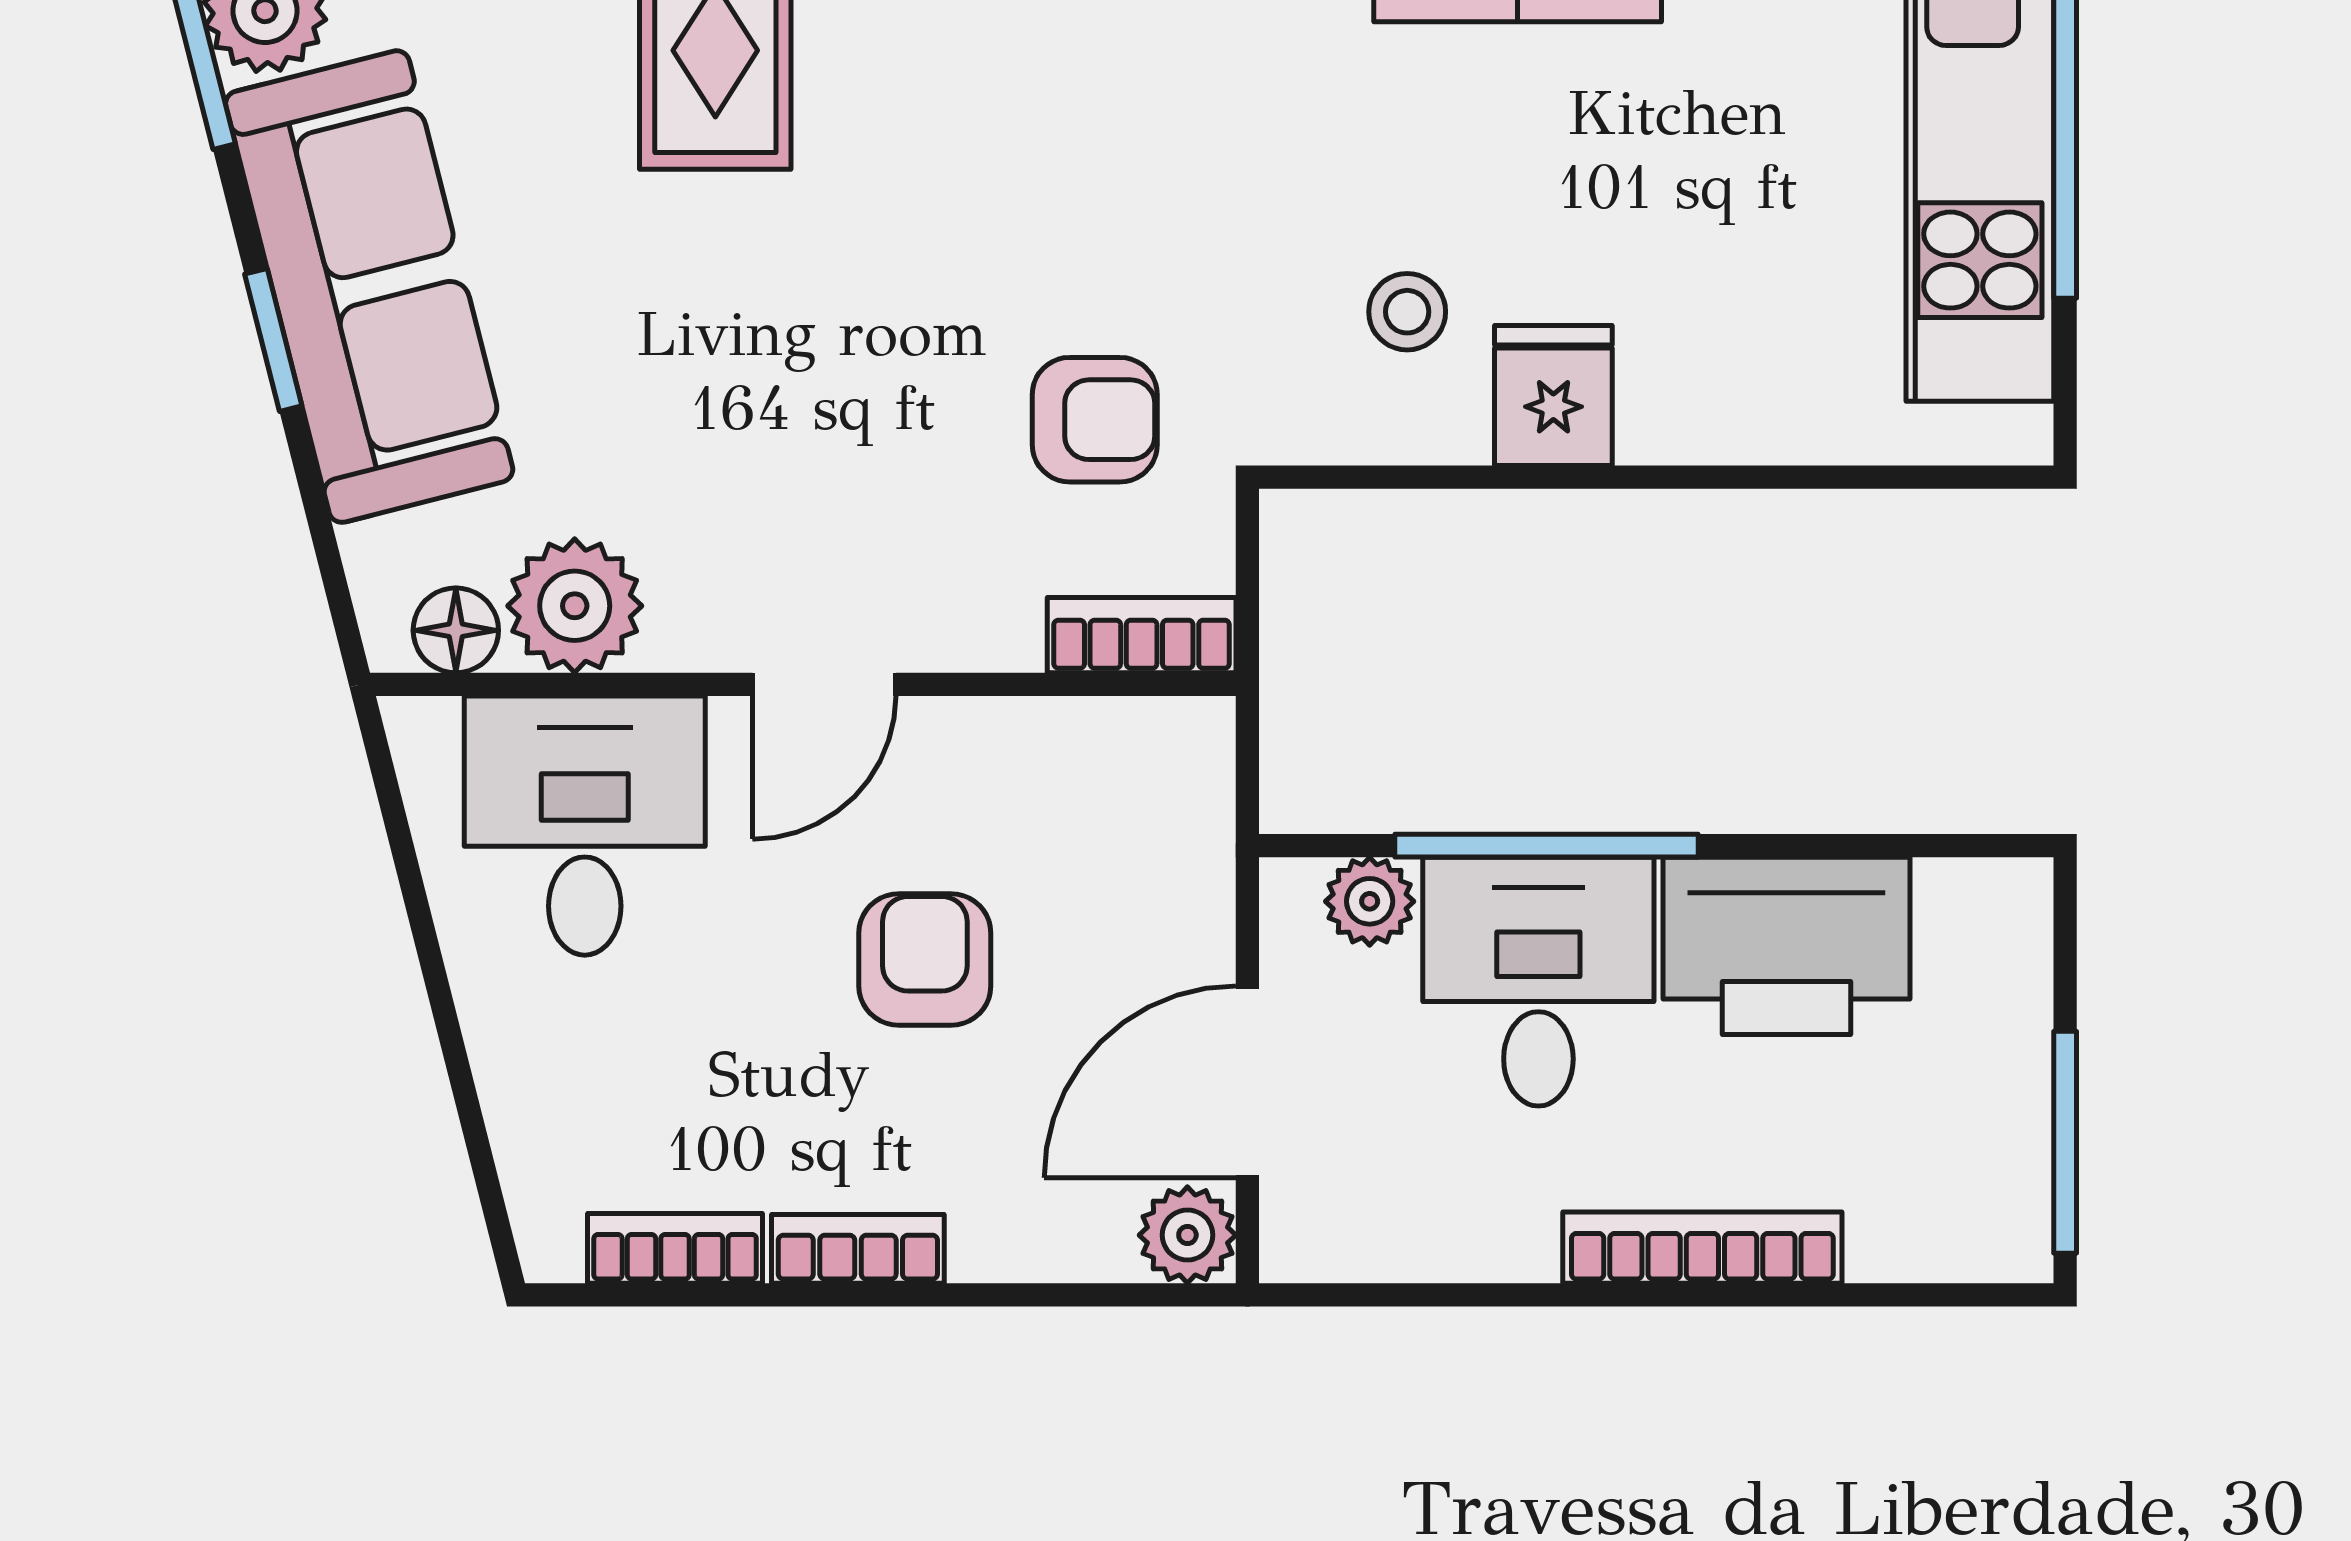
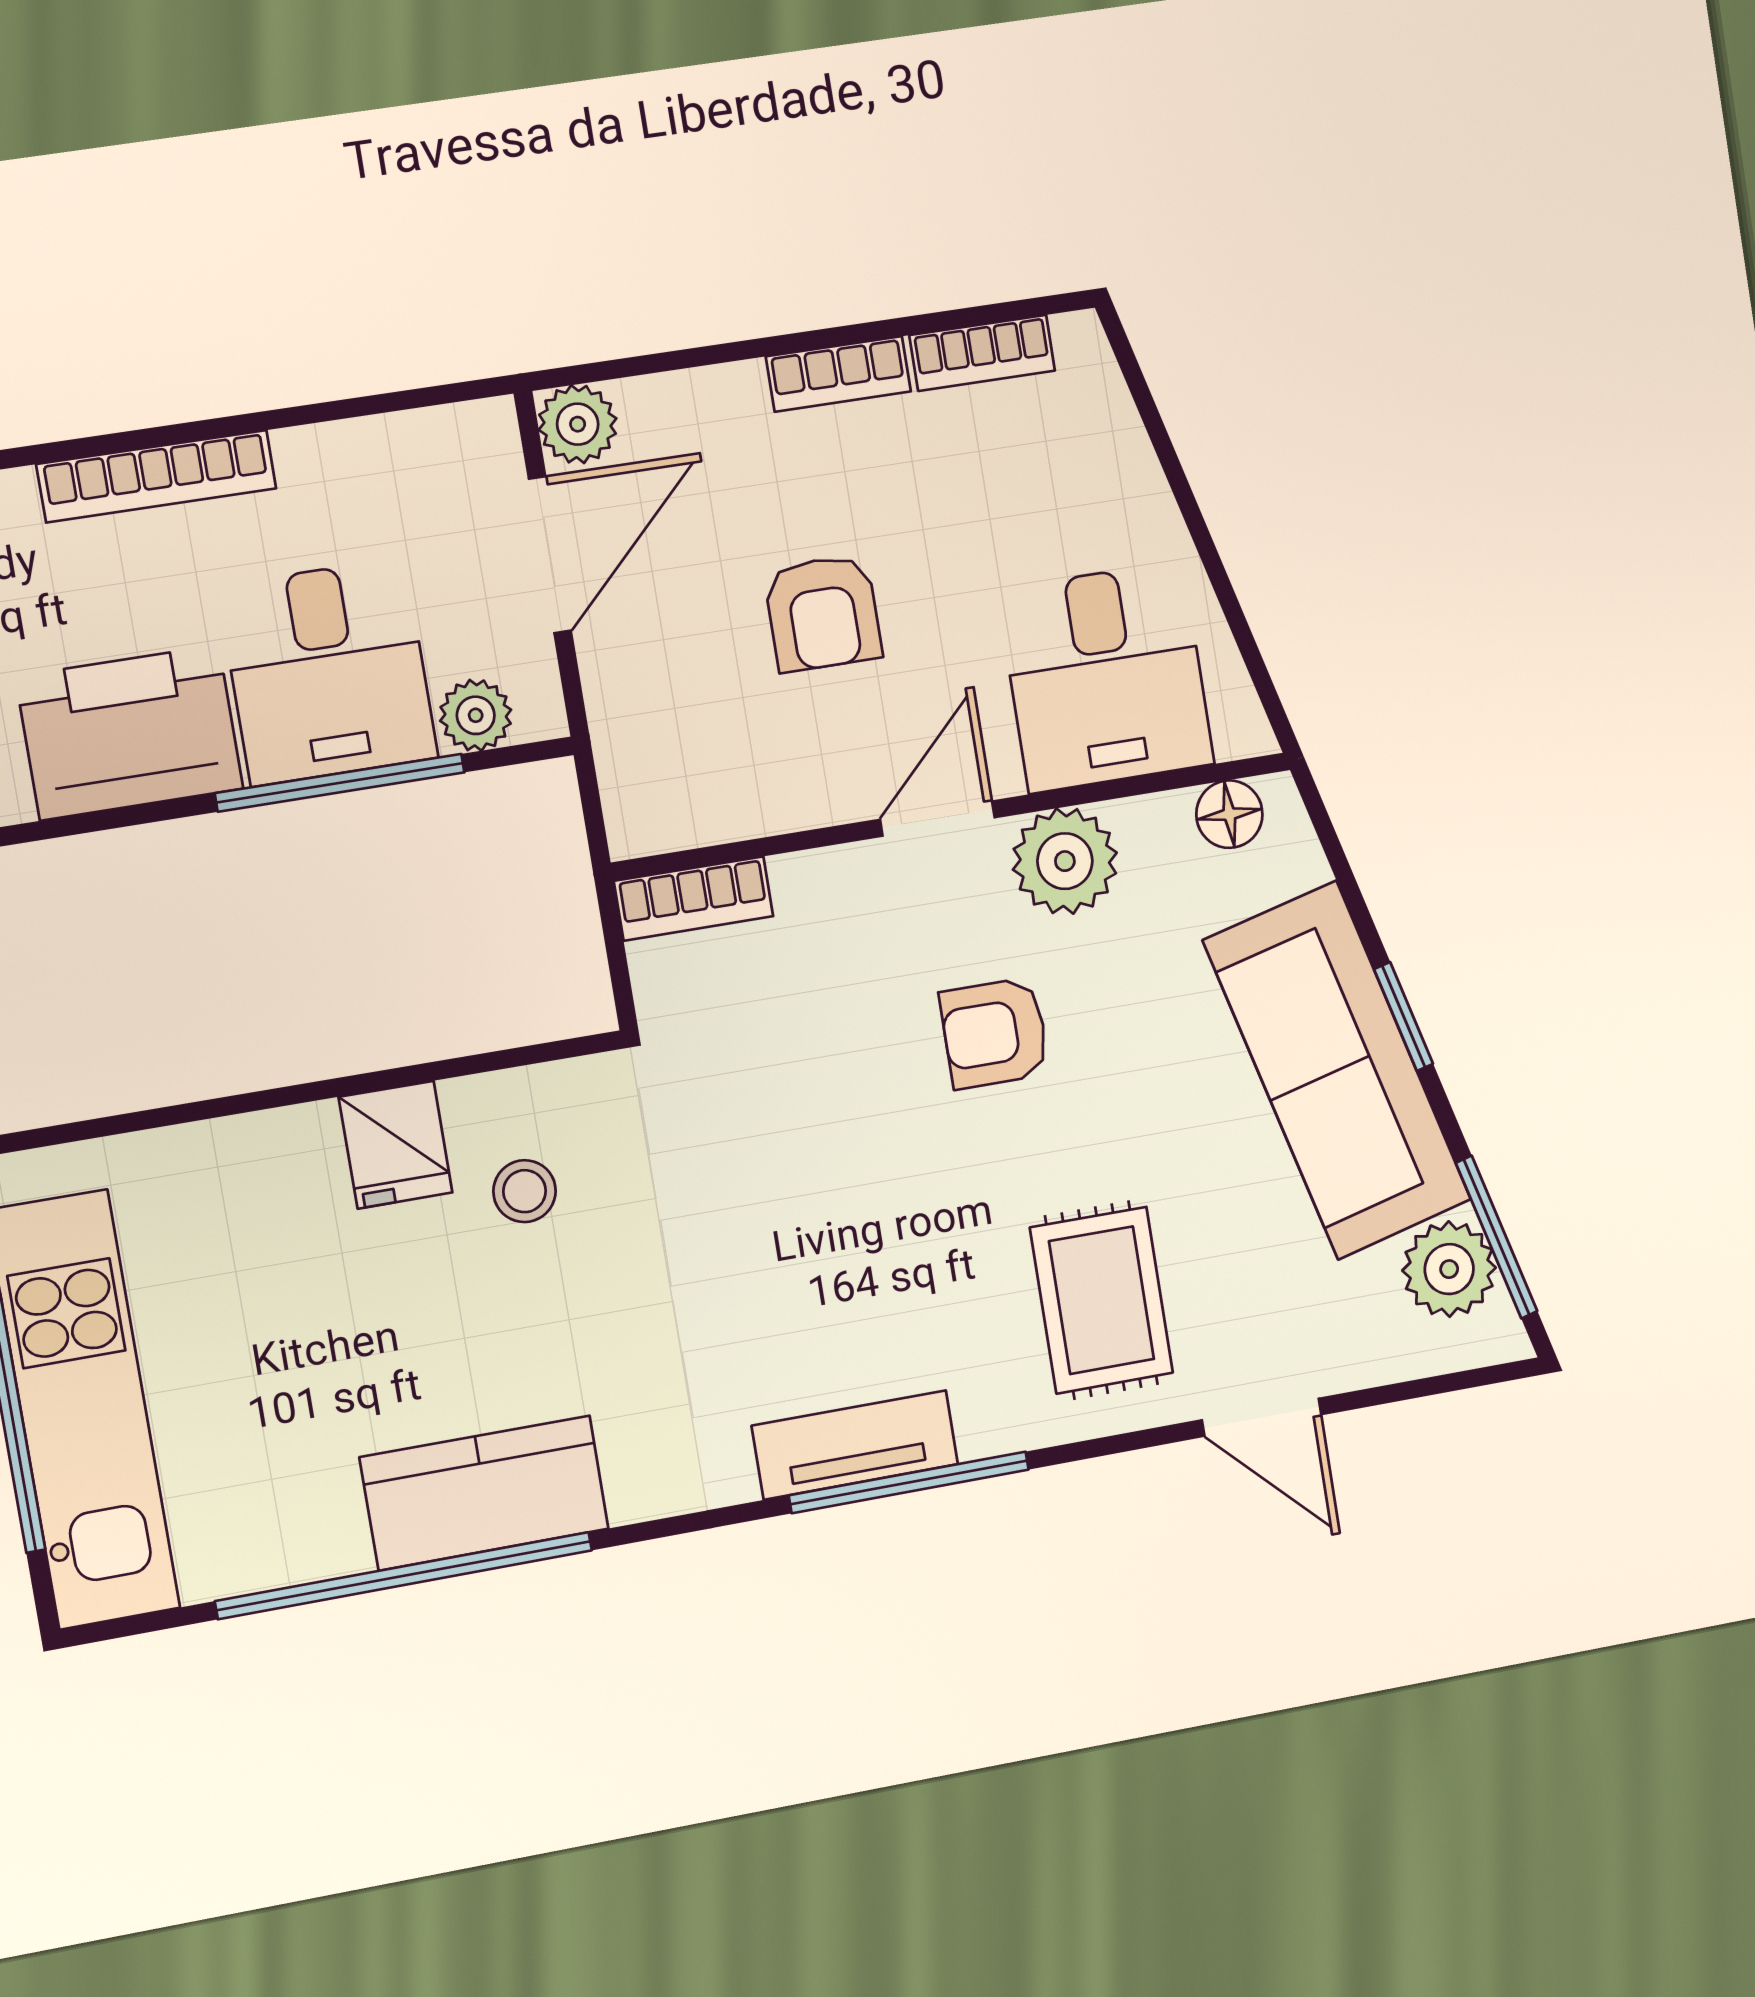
armchair: (1095, 420) -> (995, 1033), moved
plant: (575, 606) -> (1065, 861), moved

